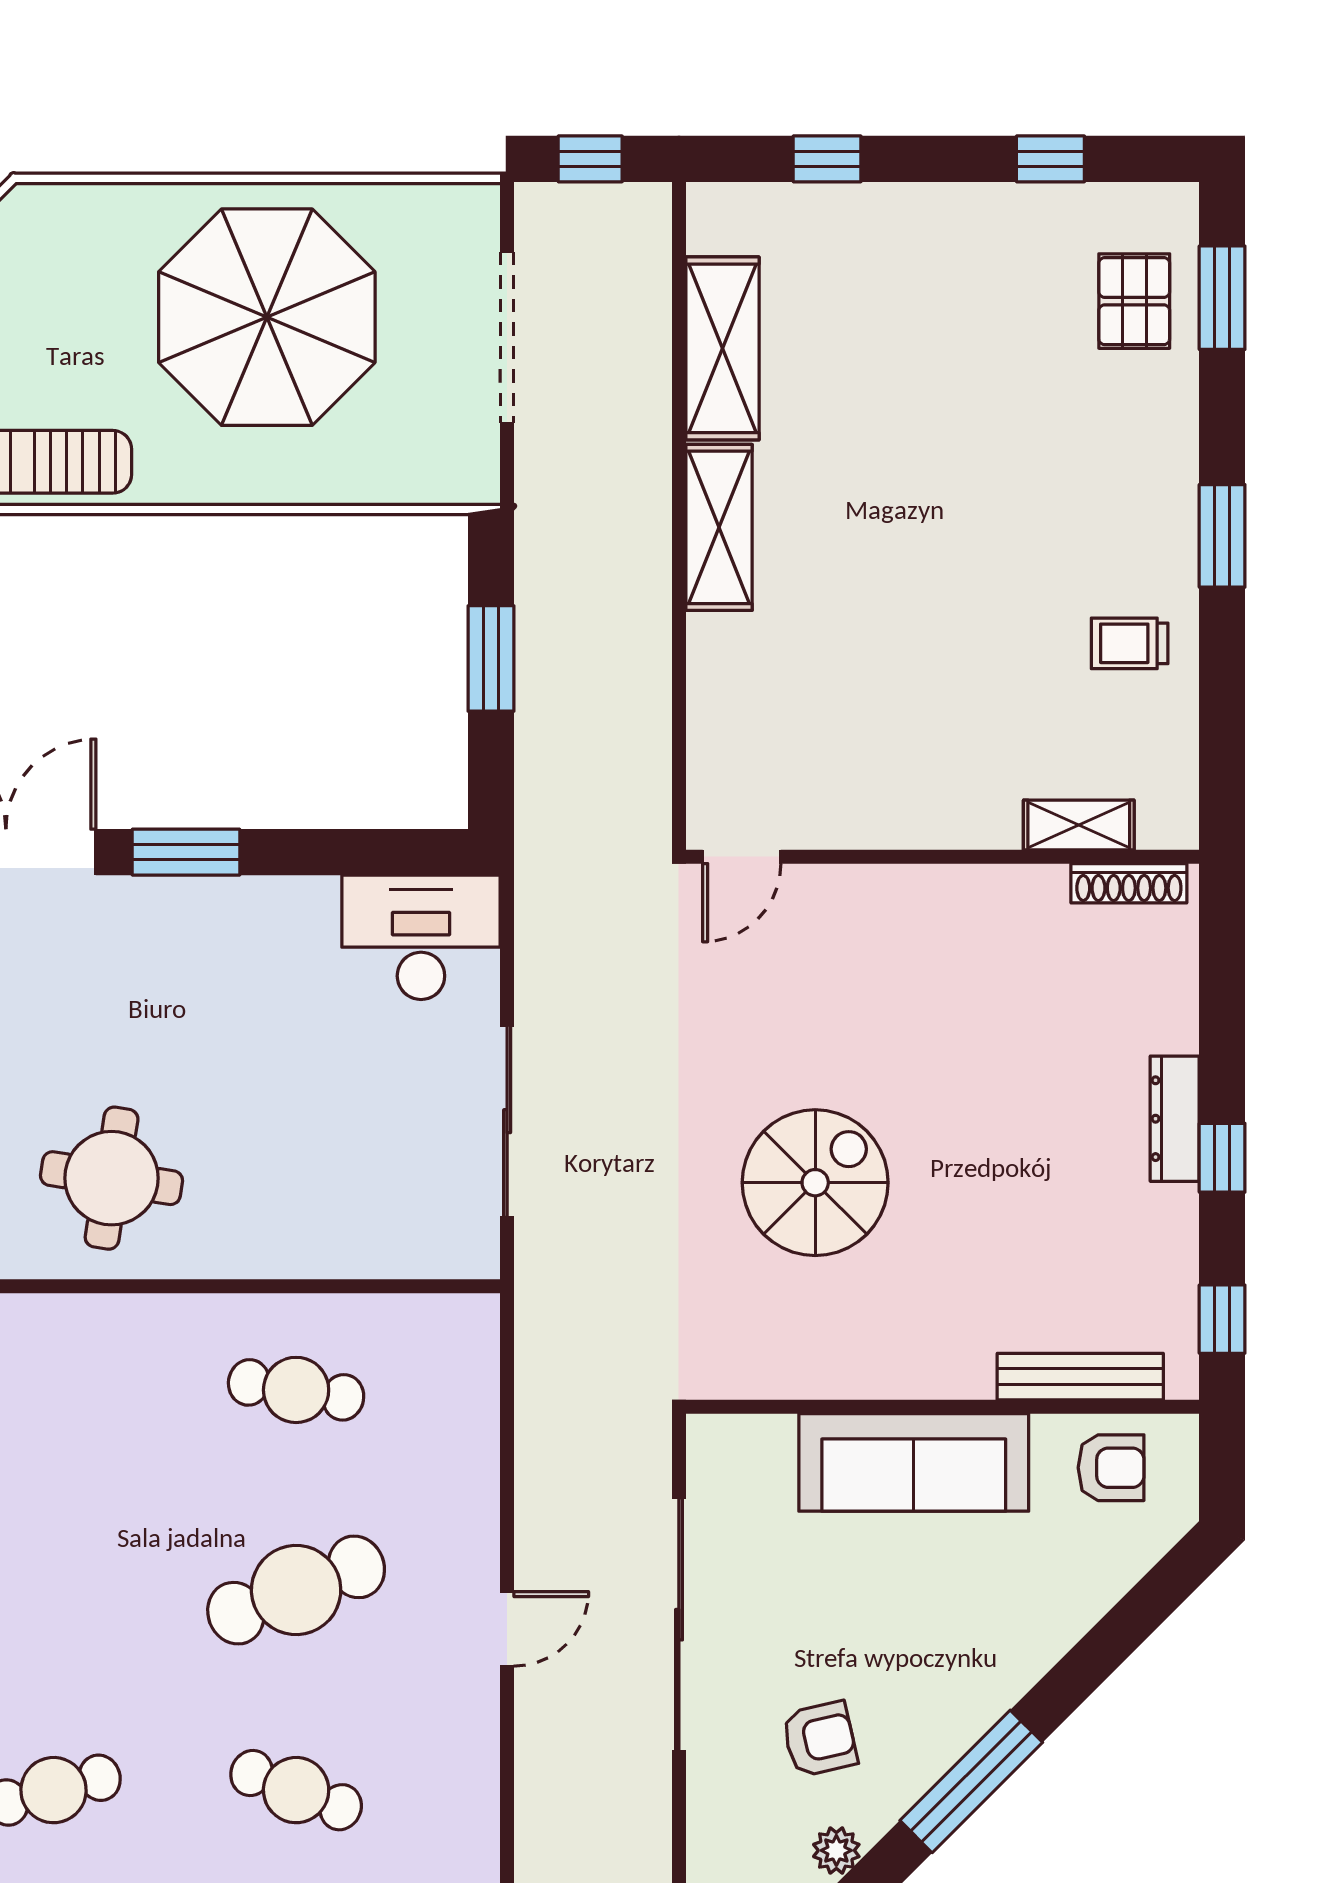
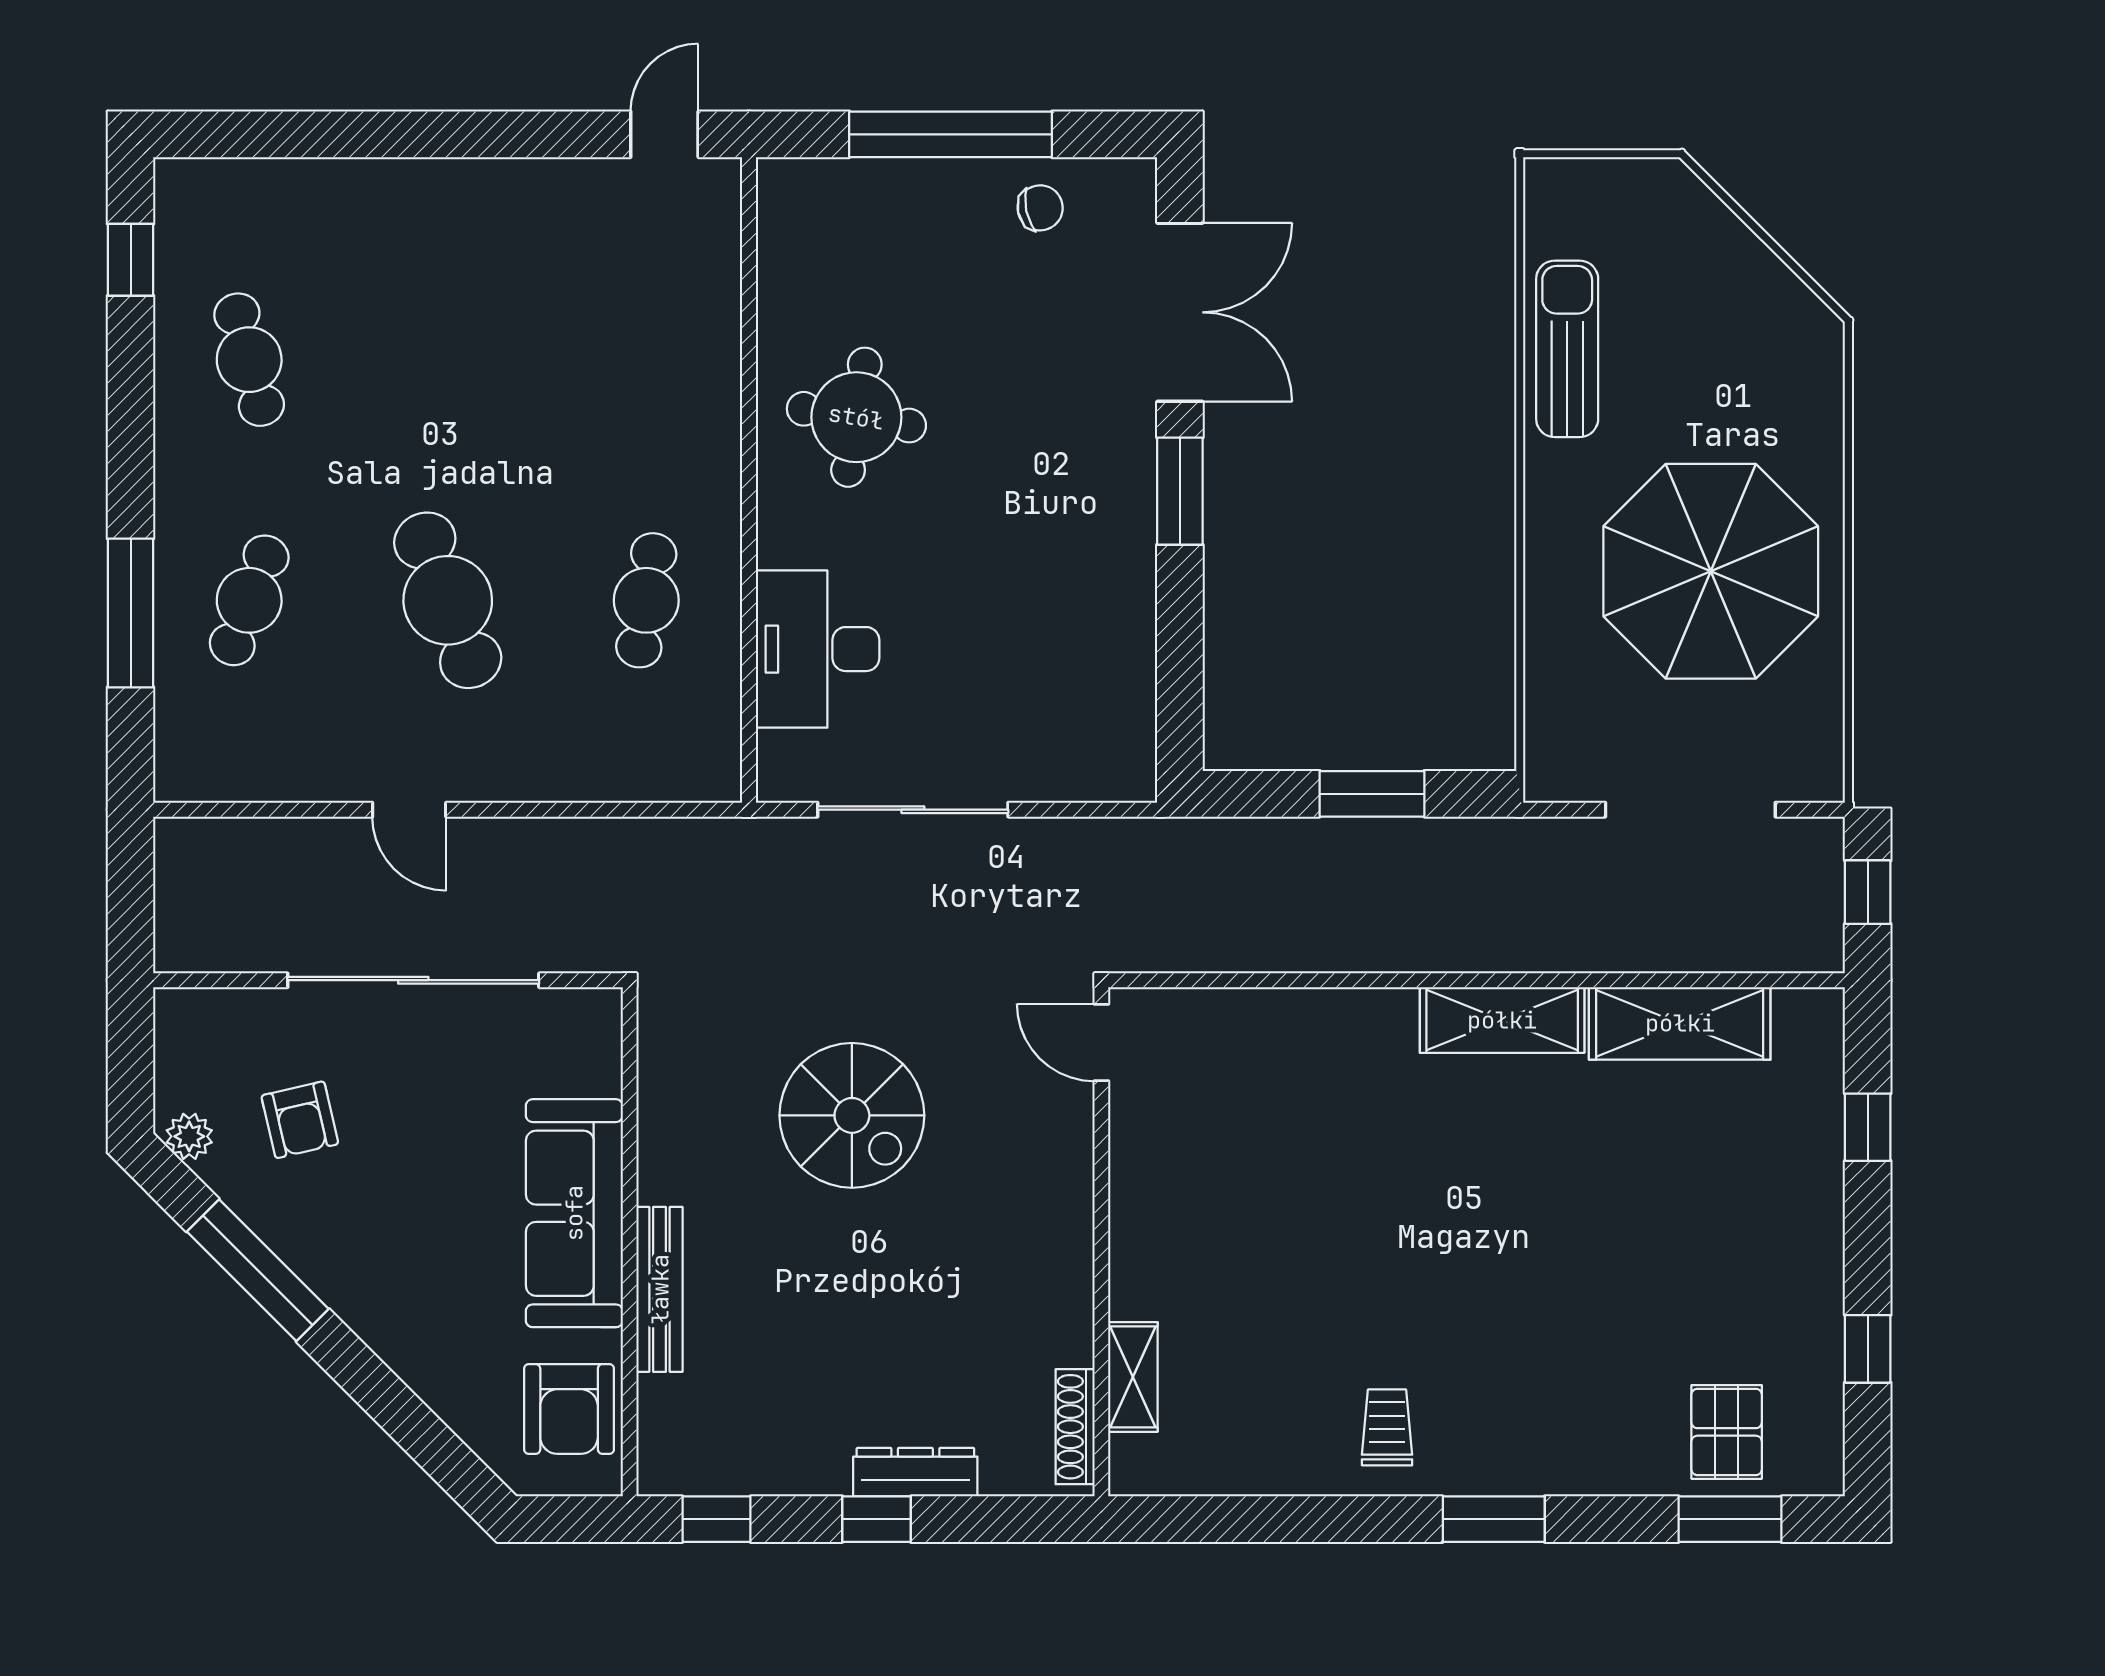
pallet: (1134, 301) -> (1727, 1432), turned 90
shelving: (1079, 825) -> (1133, 1377), moved
door: (742, 857) -> (1101, 1042), moved
wall: (942, 857) -> (1101, 1242), moved
shoe rack: (1129, 883) -> (1075, 1427), moved
desk: (421, 937) -> (818, 649), moved, turned 180
bench: (1080, 1377) -> (660, 1289), moved
armchair: (1111, 1468) -> (569, 1409), width x1.38, depth x1.38

